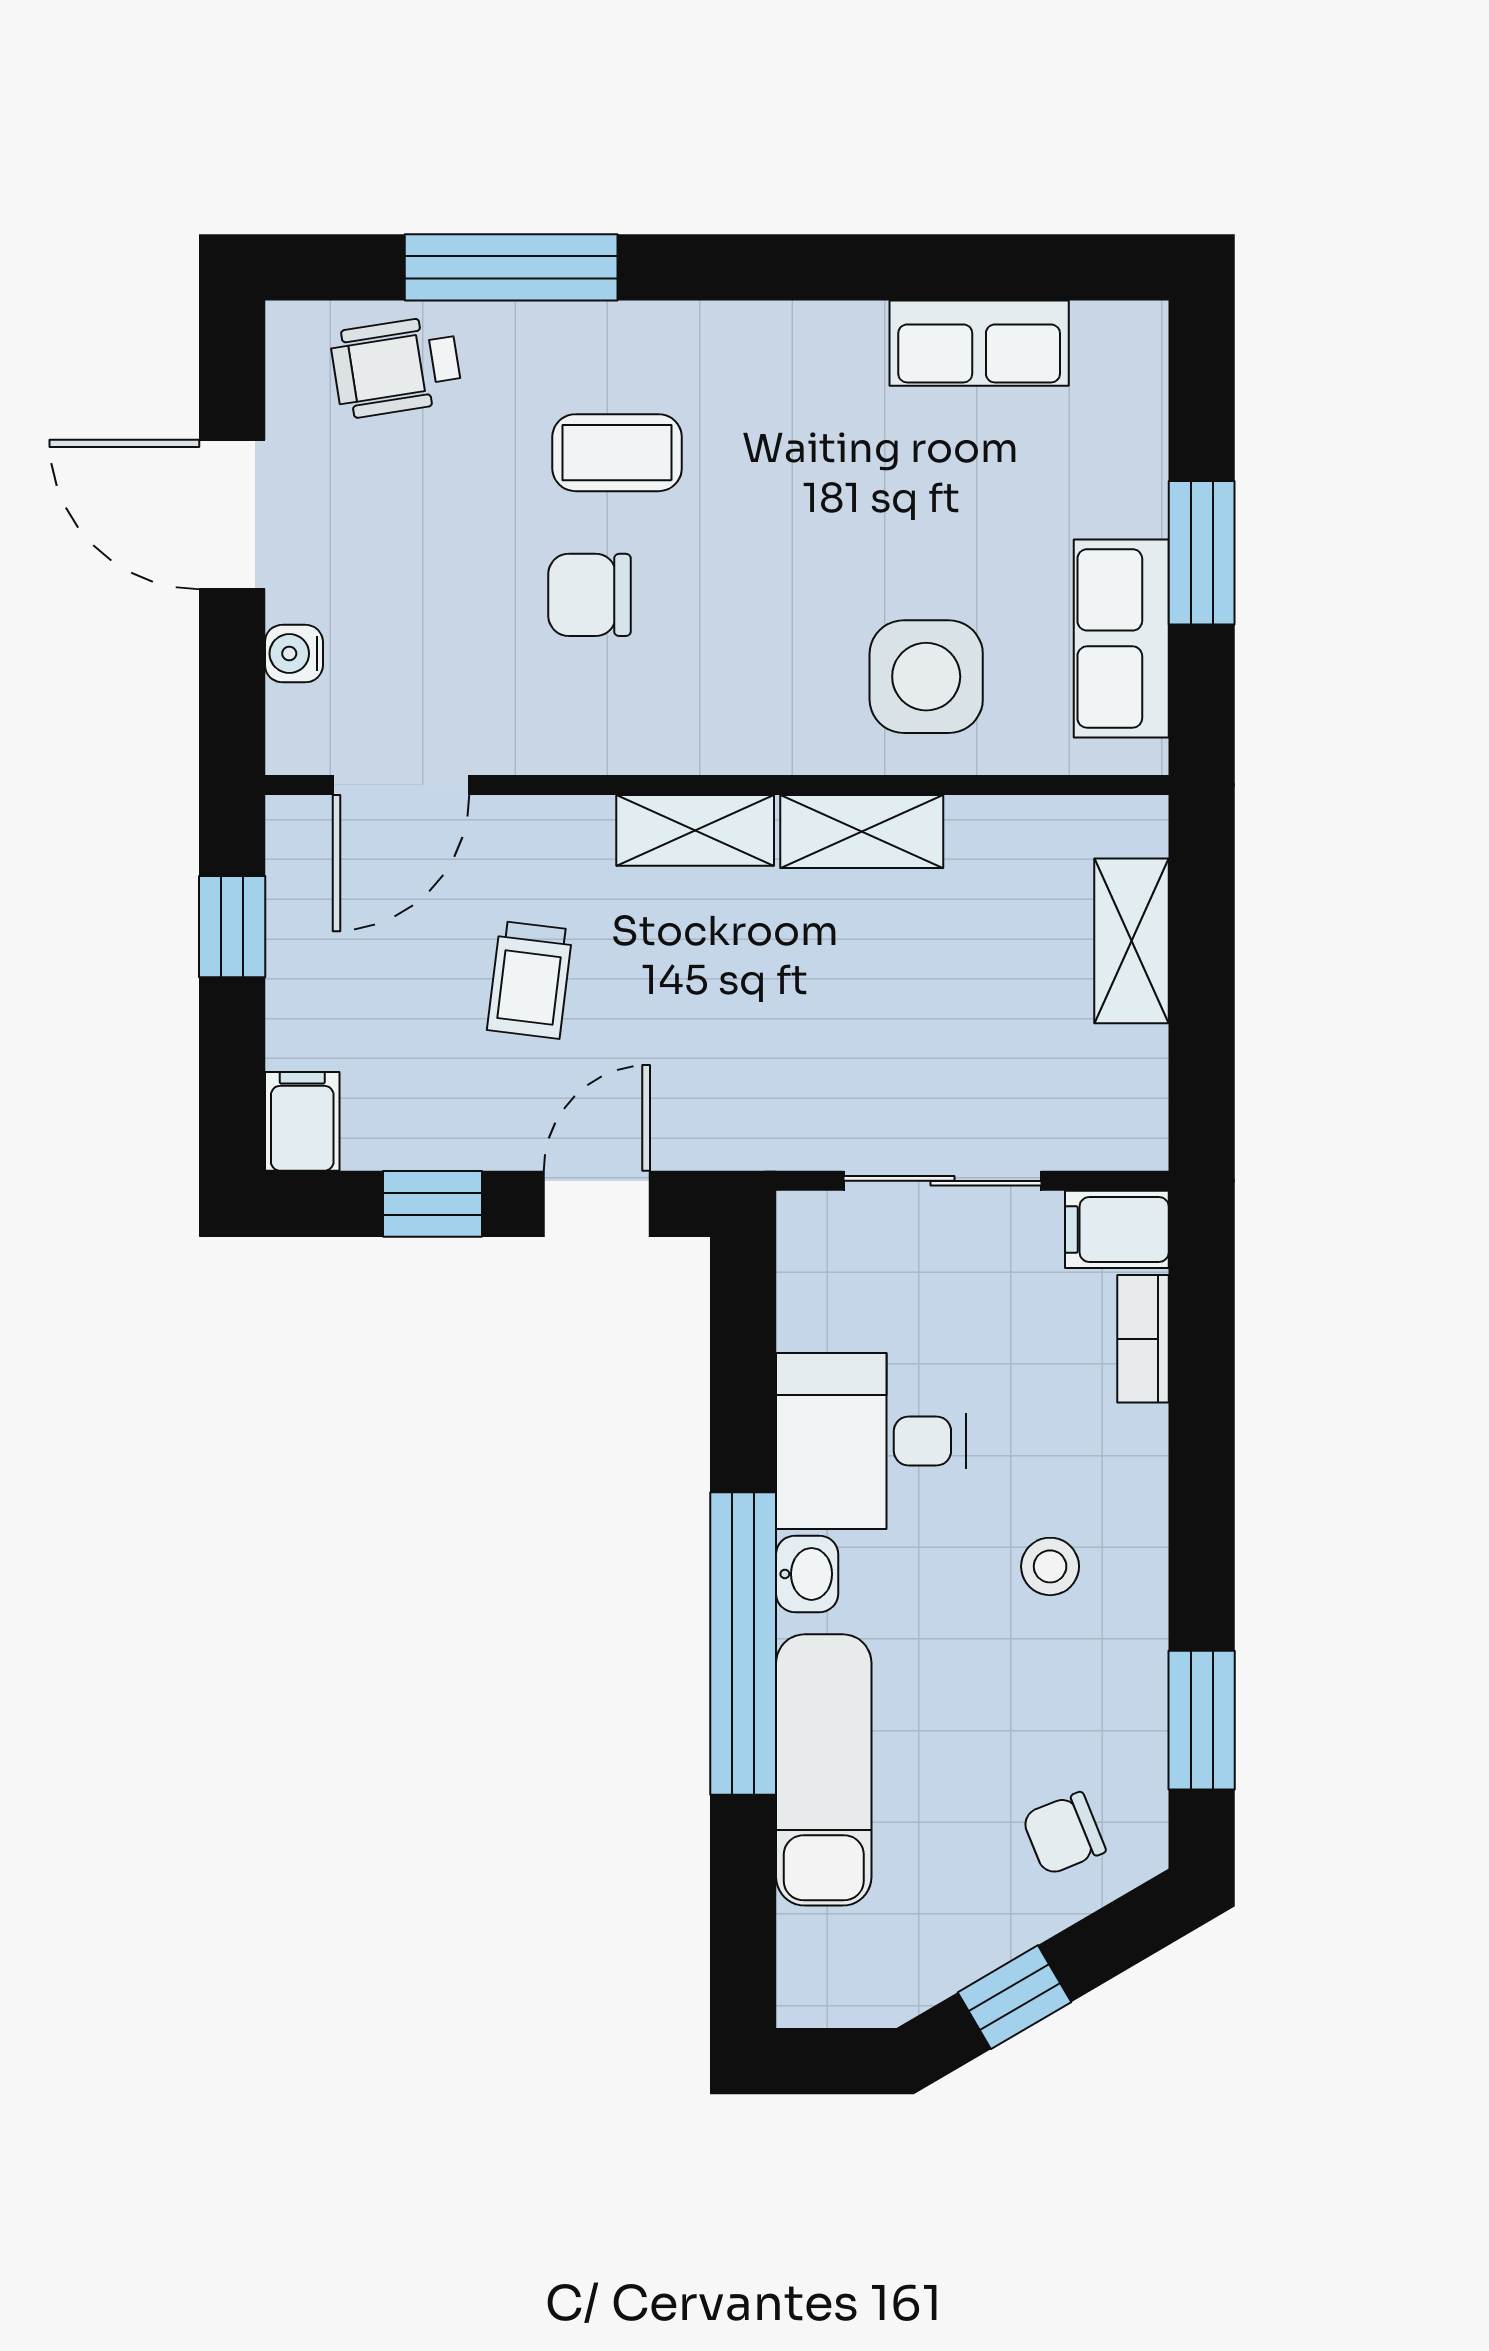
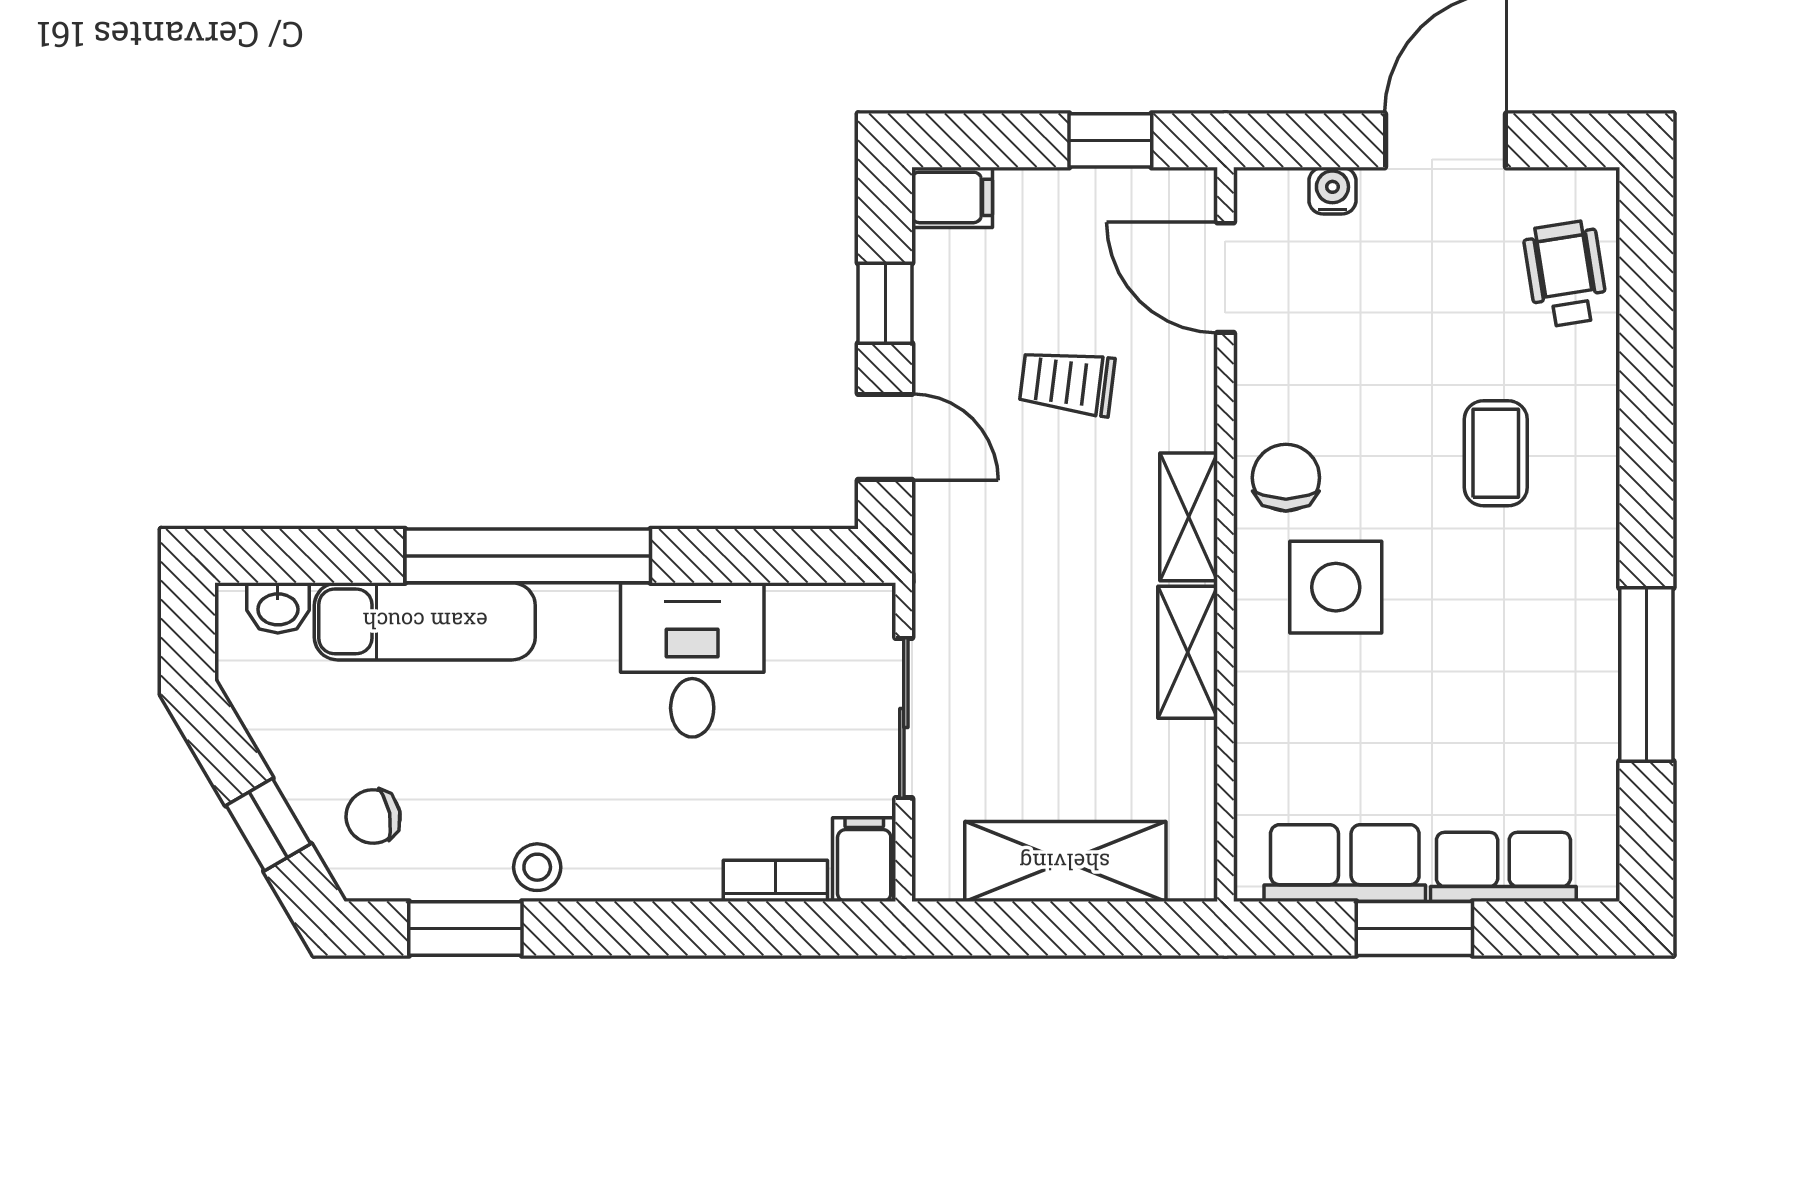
window: (511, 267) -> (1646, 674), moved
row of seats: (979, 343) -> (1503, 867), moved, turned 90
chair: (590, 595) -> (1286, 478), moved
side table: (926, 677) -> (1336, 587), moved
shelving: (1132, 941) -> (1065, 862), width x1.50, depth x1.33
stool: (1050, 1566) -> (537, 867), moved
washbasin: (807, 1574) -> (278, 608), moved
chair: (1064, 1834) -> (373, 816), turned -79
window: (1014, 1997) -> (268, 825), moved

